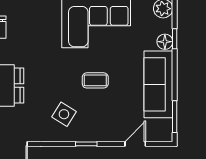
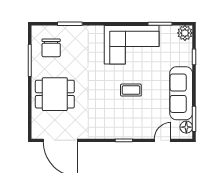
floor lamp: (165, 42) -> (186, 127), moved
side table: (64, 114) -> (106, 117), removed

